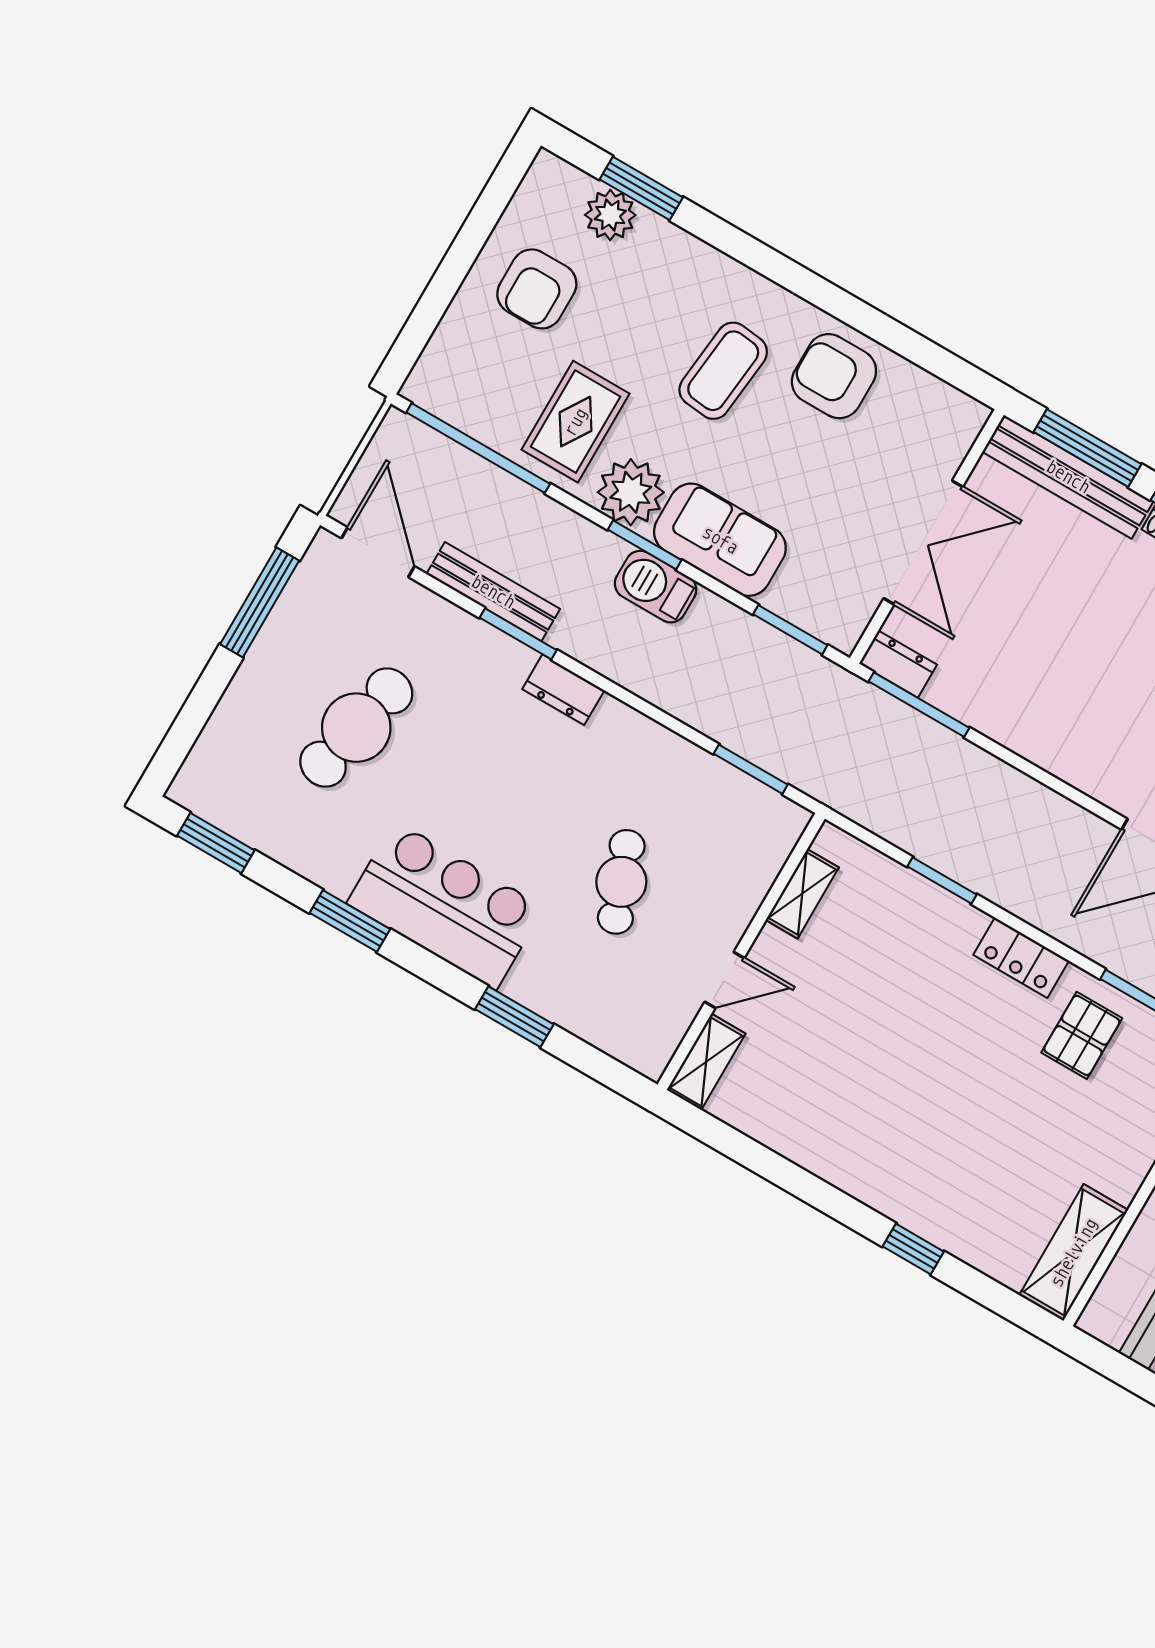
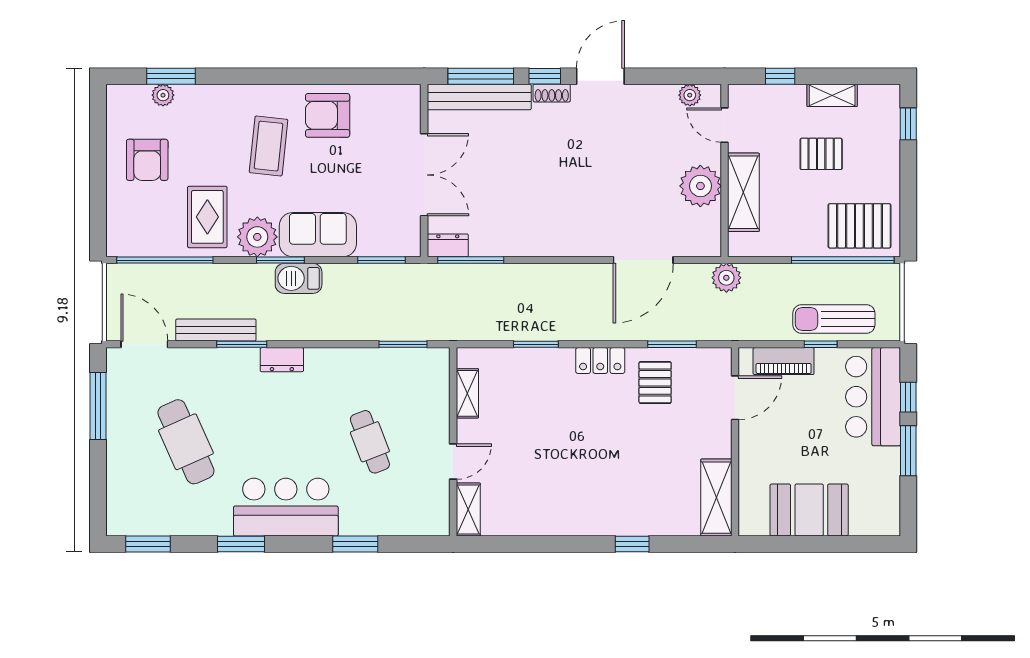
plant: (610, 215) -> (163, 95), width x0.73, depth x0.73
cafe table: (356, 728) -> (186, 442), turned -36

